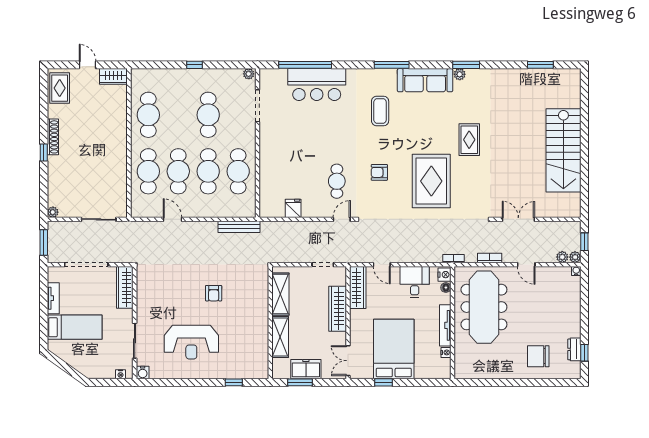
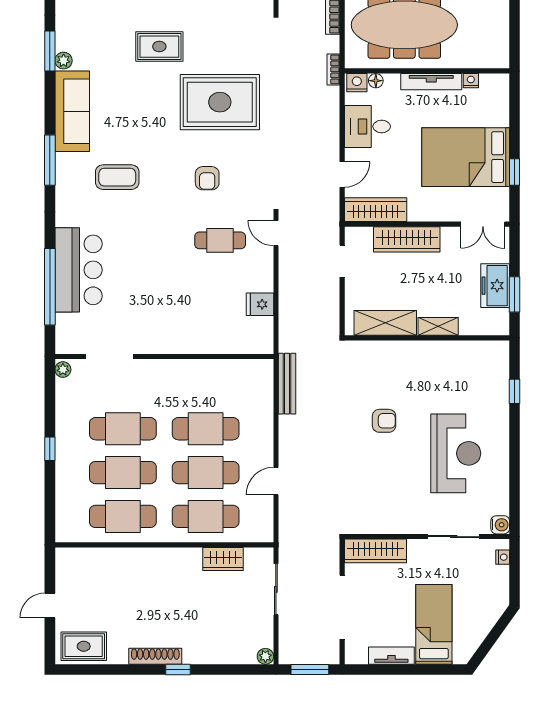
wardrobe: (113, 76) -> (223, 559), moved, turned 90
cafe table: (238, 171) -> (123, 473), moved
shelving: (280, 337) -> (438, 326), width x0.67, depth x0.75

